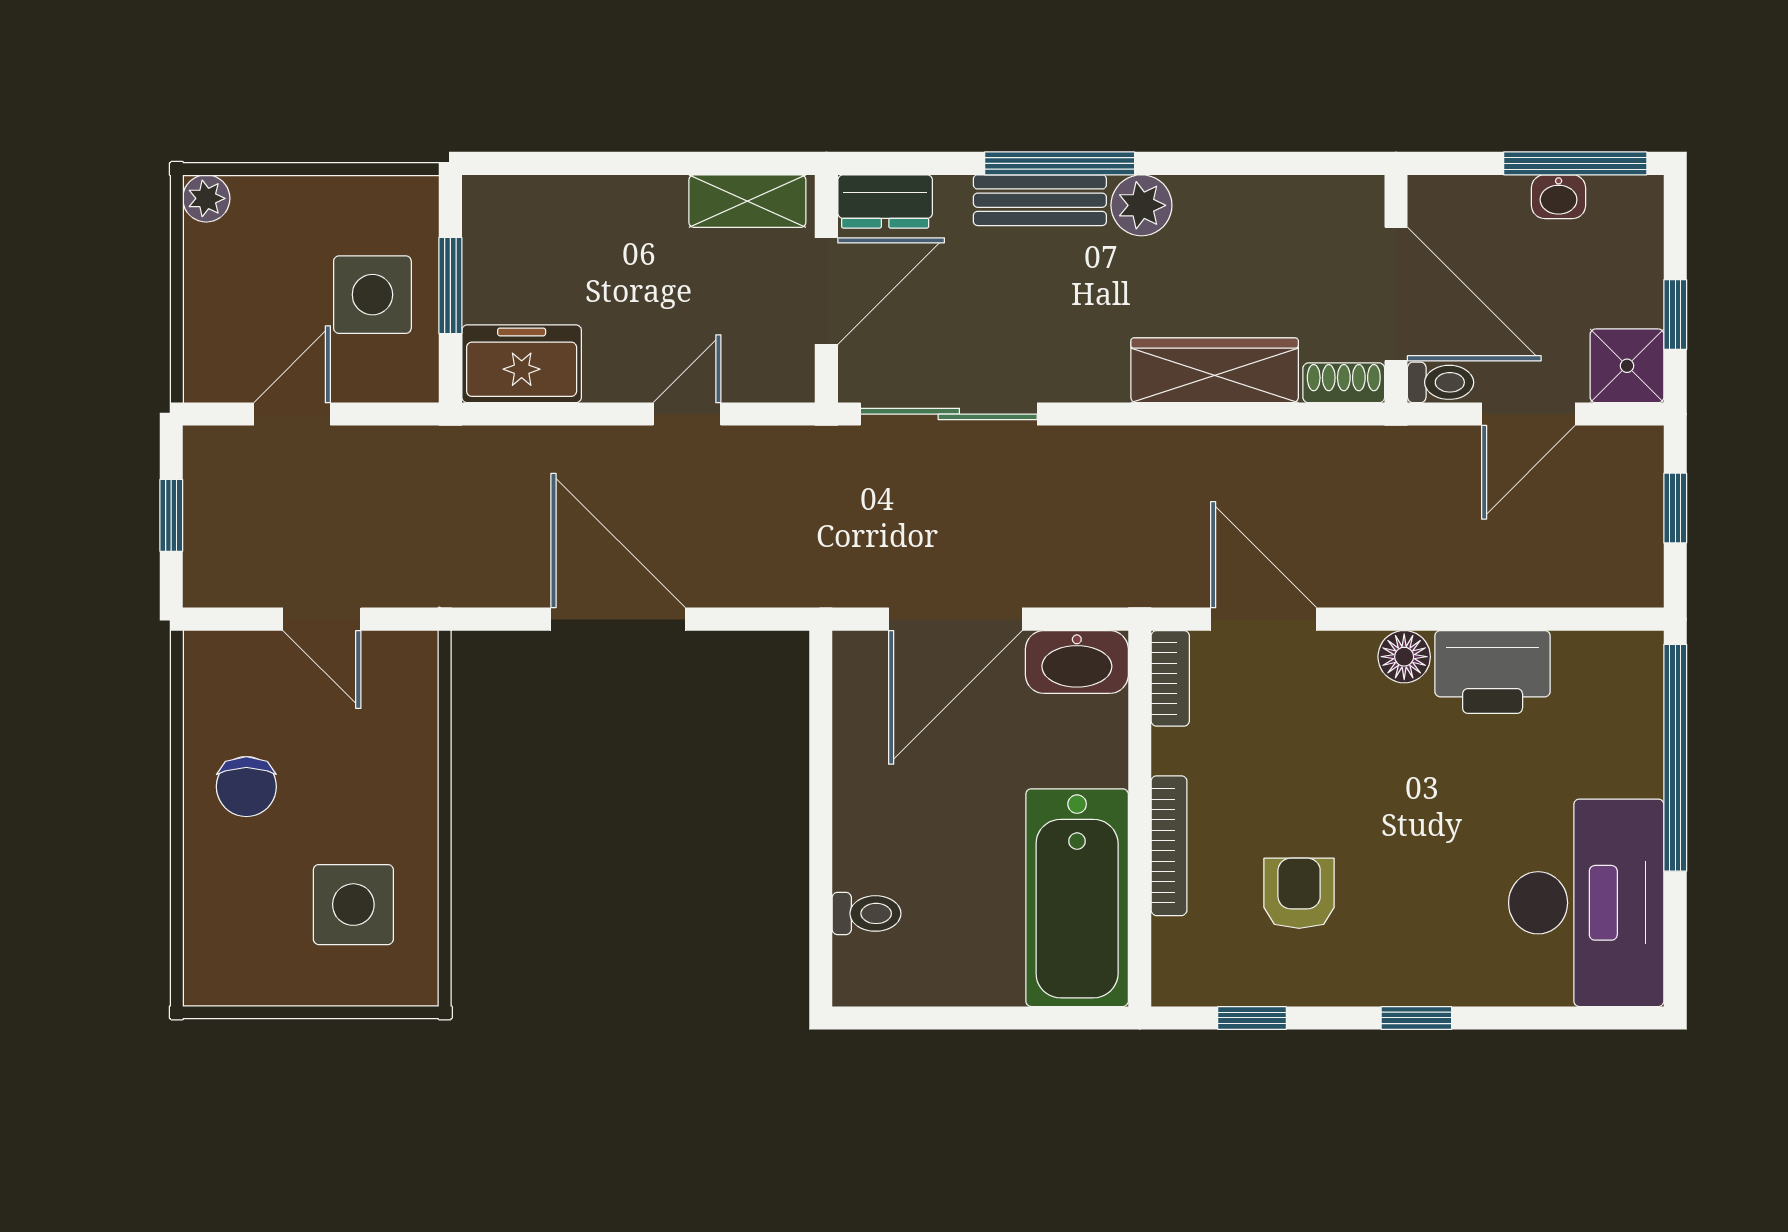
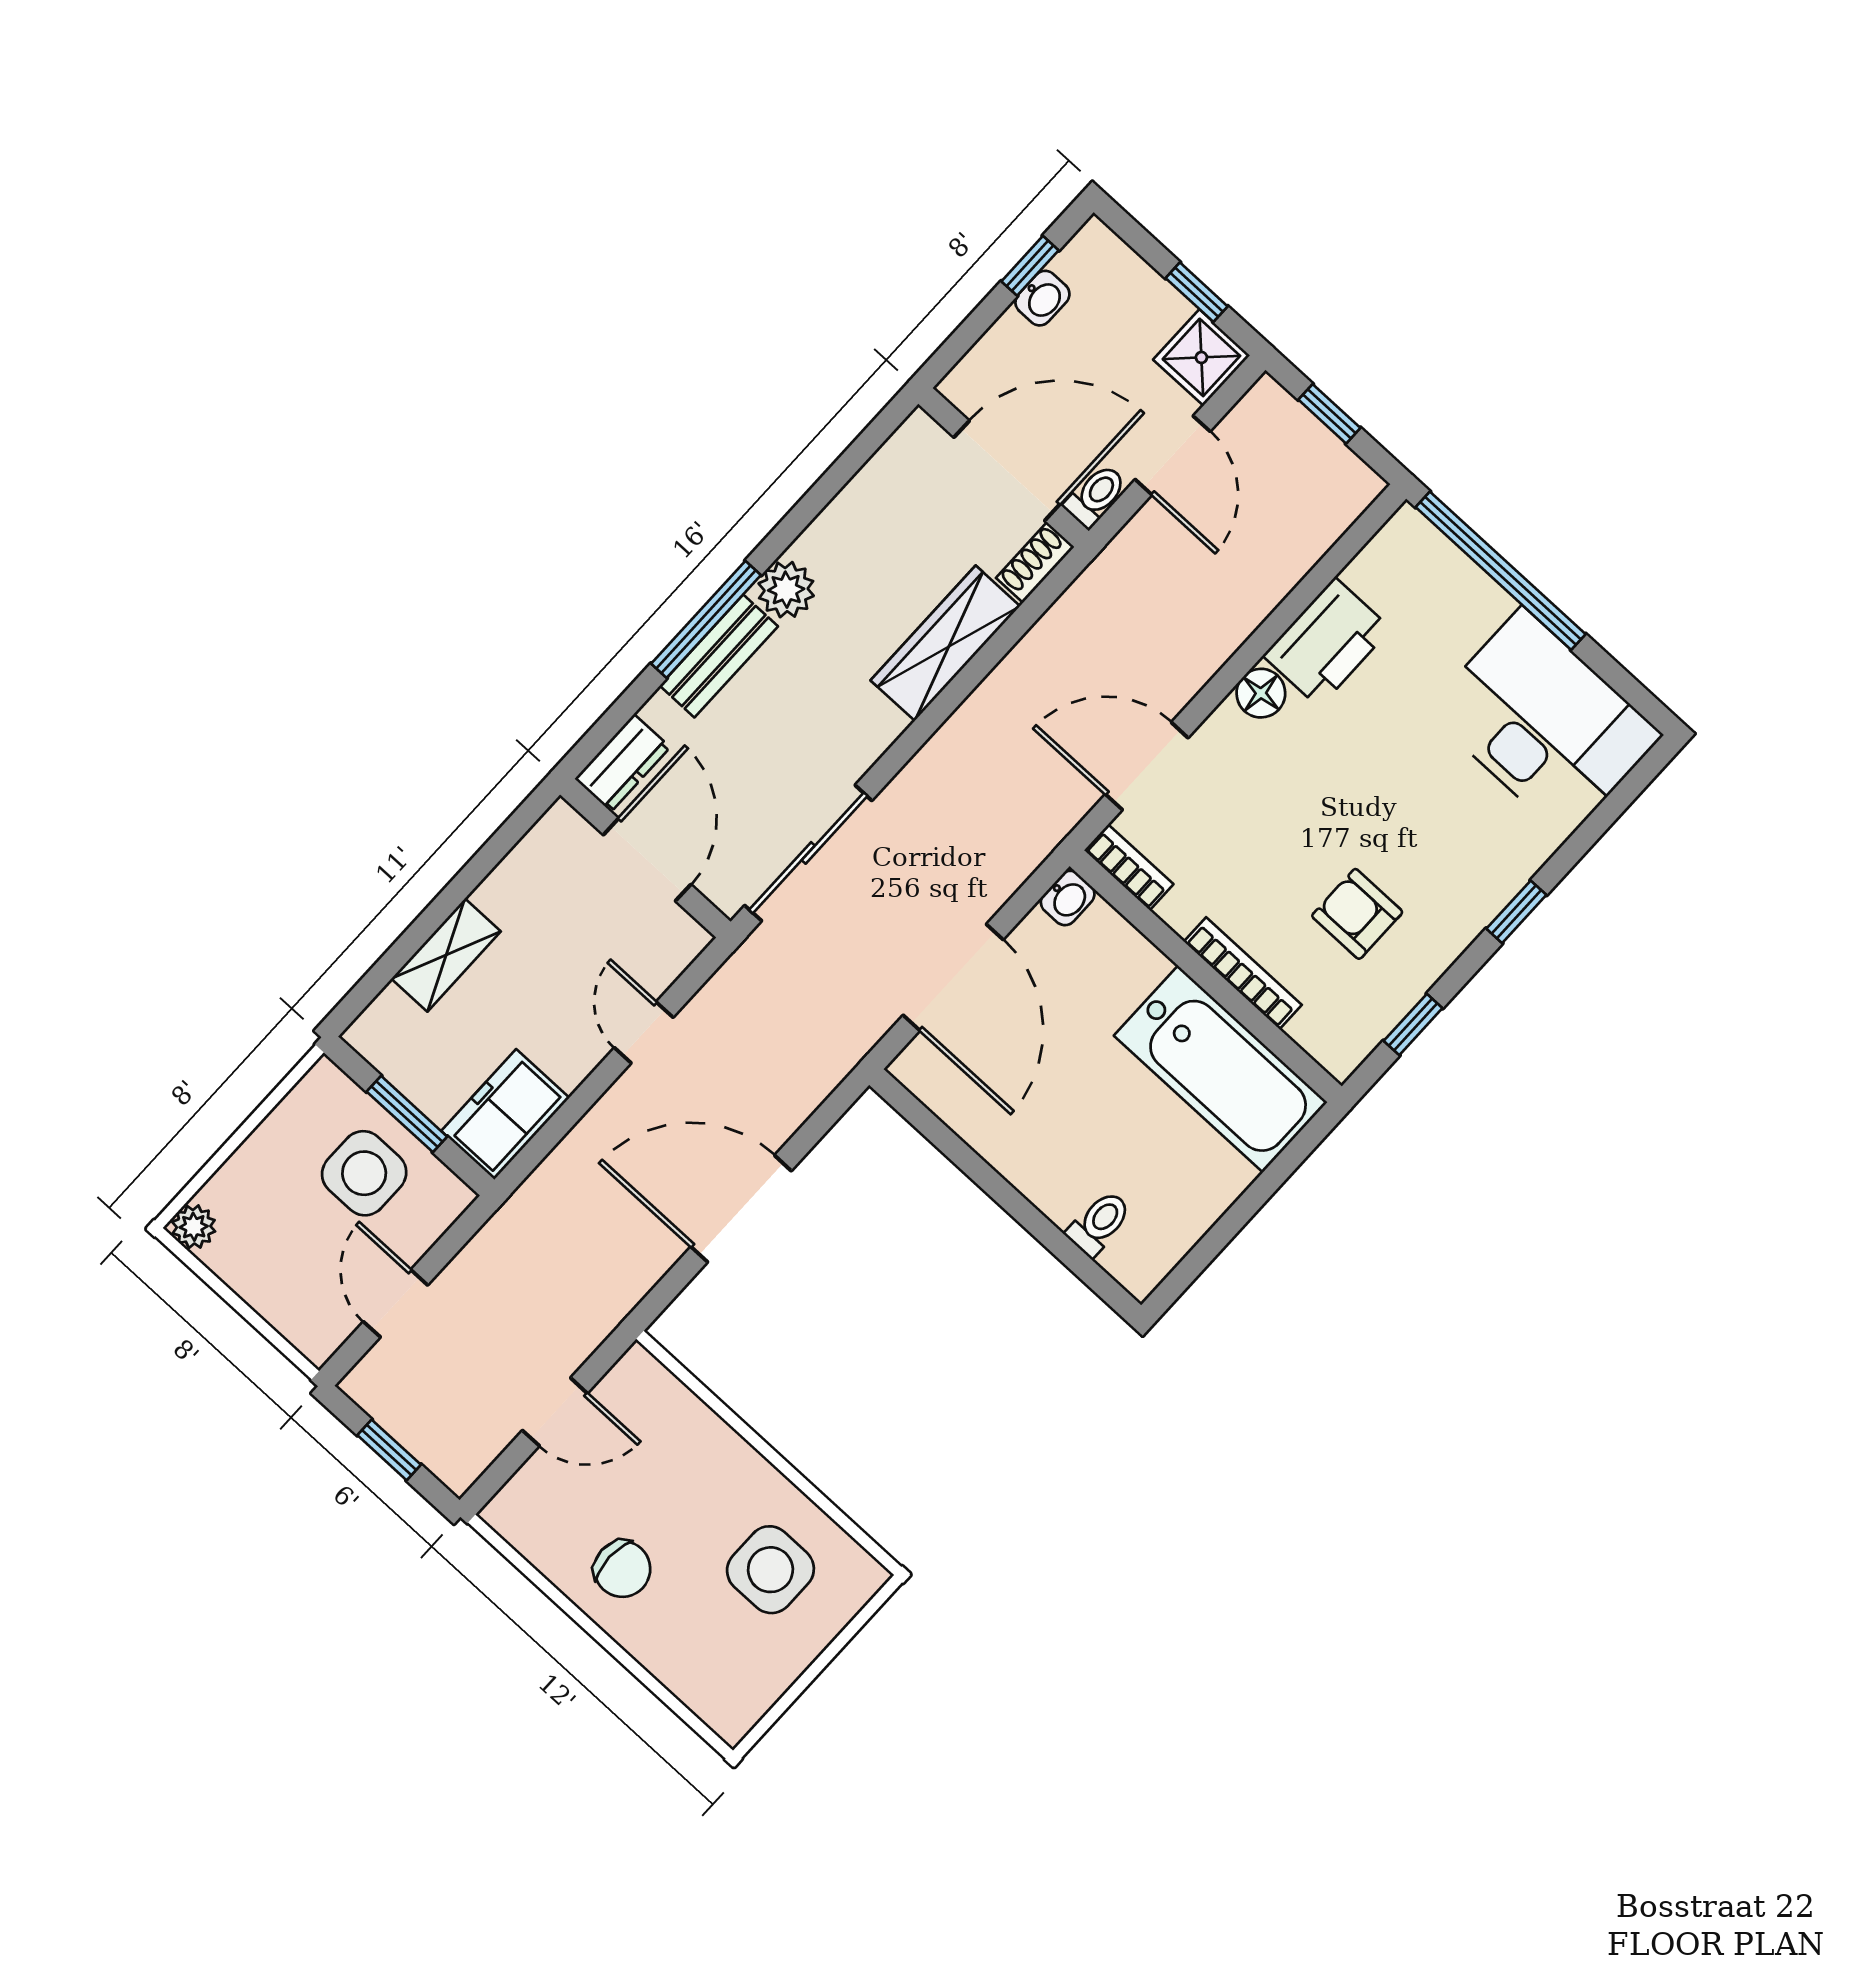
window: (1575, 163) -> (1030, 266), width x0.46
shelving: (747, 201) -> (446, 955), moved
washbasin: (1077, 662) -> (1068, 898), width x0.52, depth x0.69

